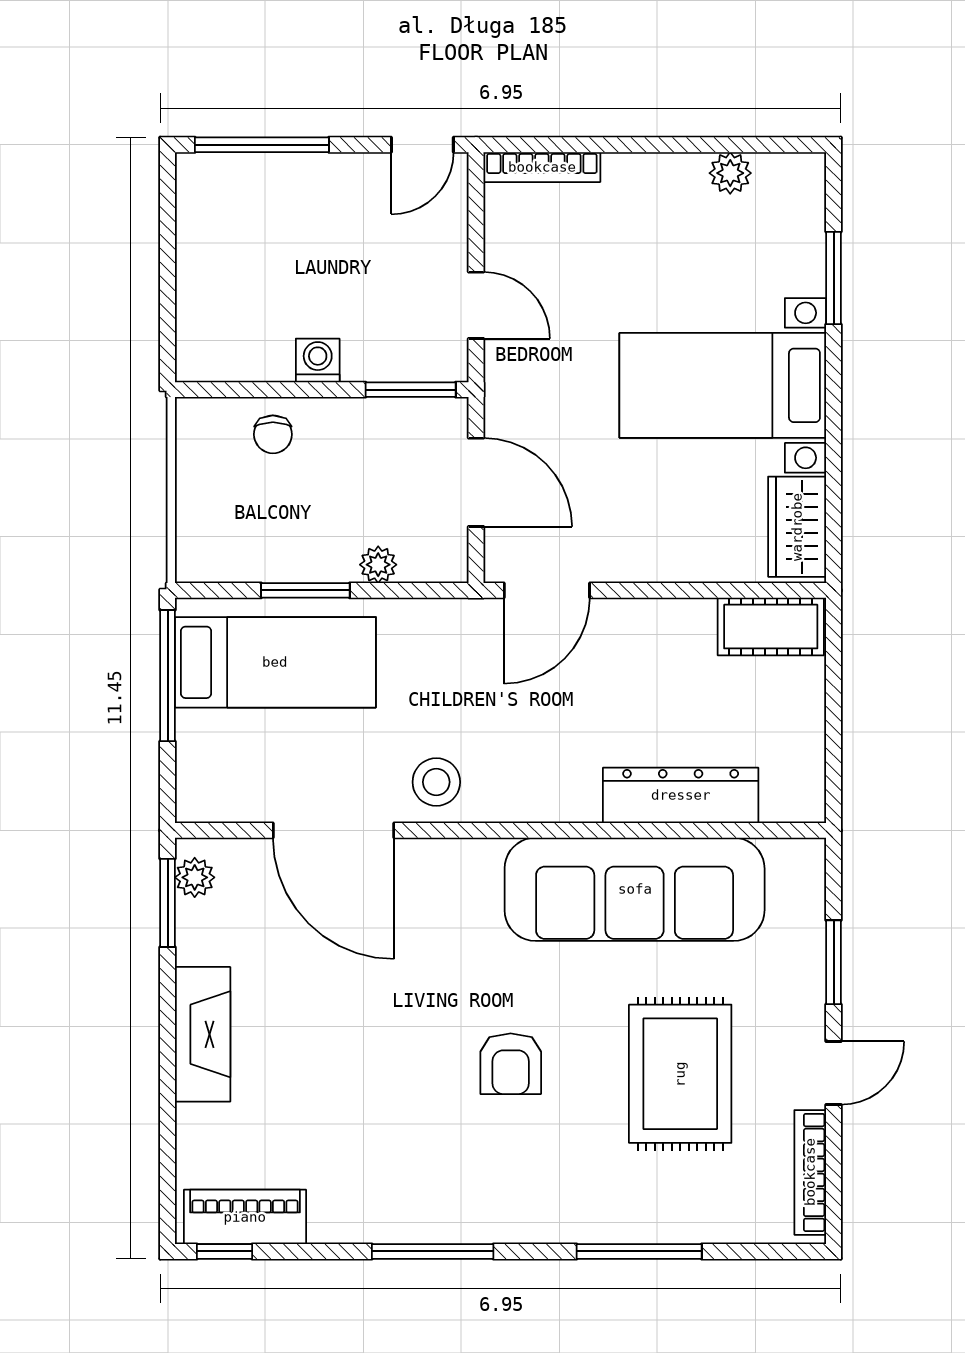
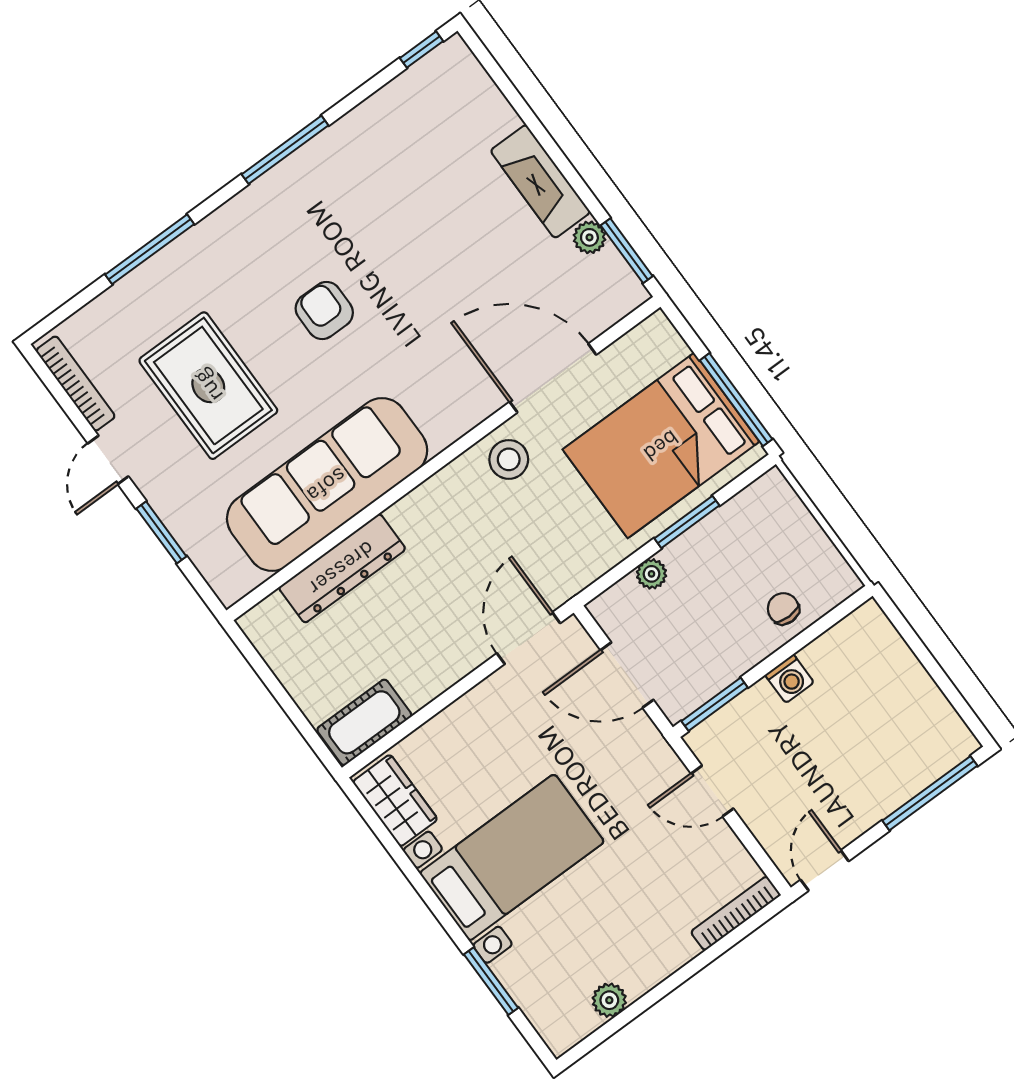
bed: (275, 662) -> (661, 446), width x1.50
plant: (195, 877) -> (589, 237), moved
piano: (245, 1217) -> (425, 82), removed

